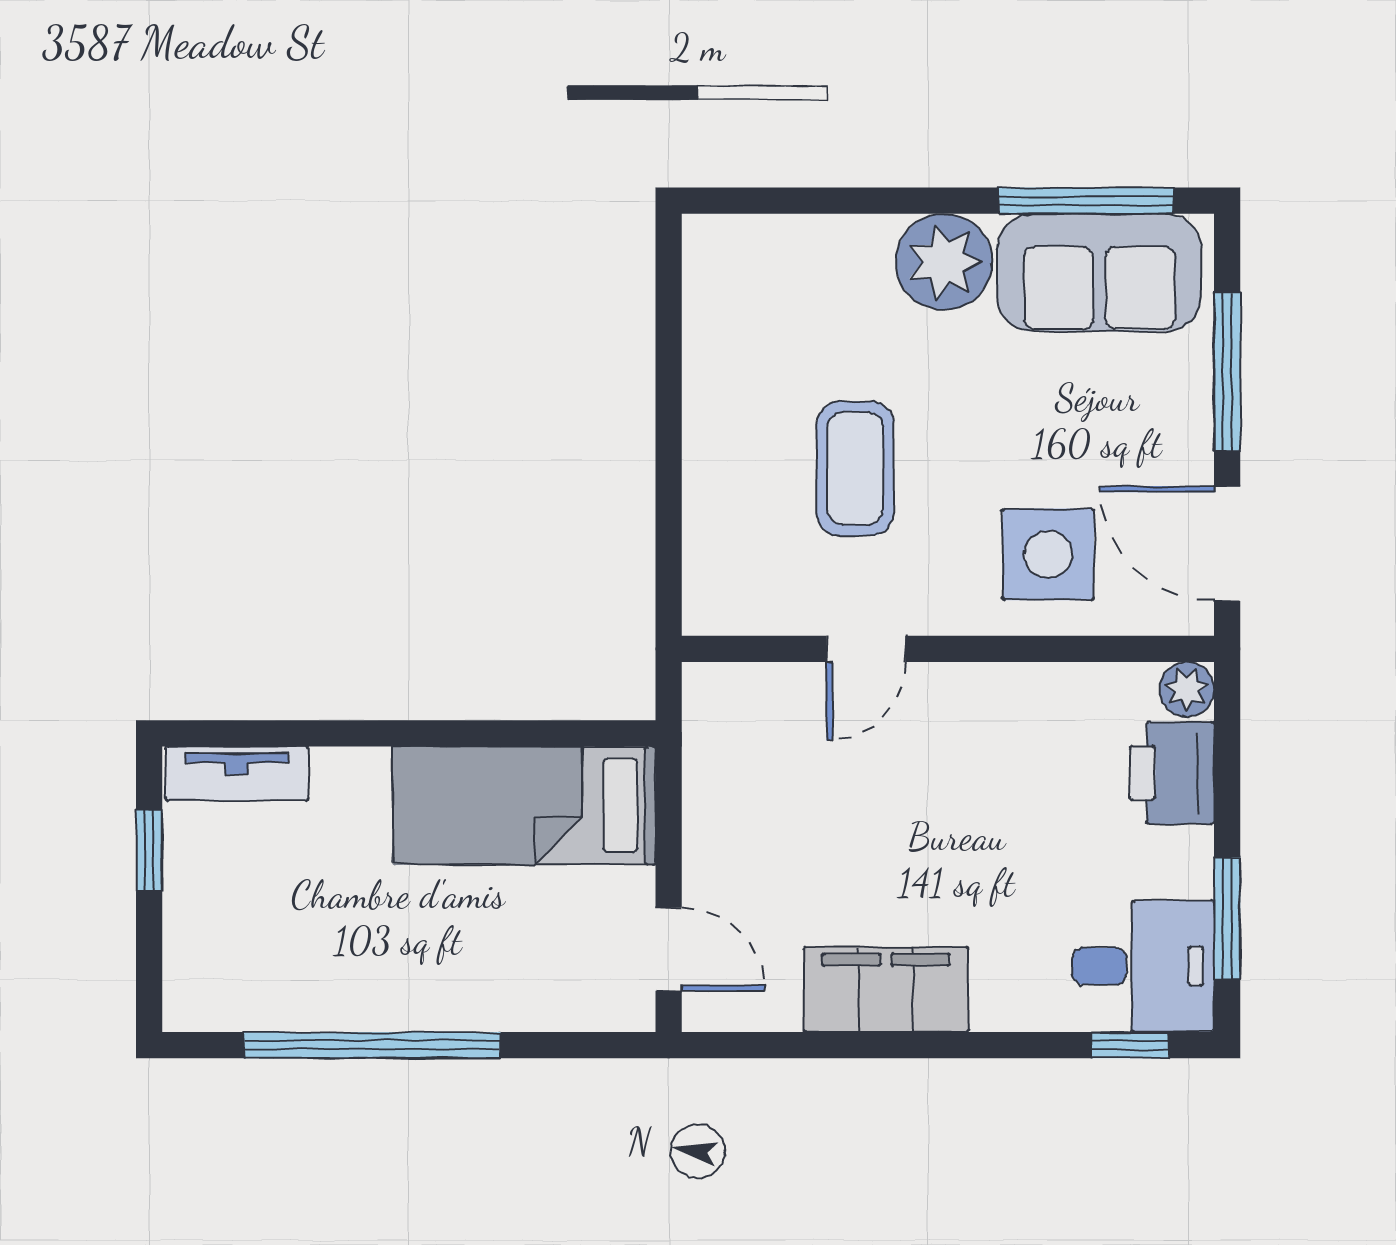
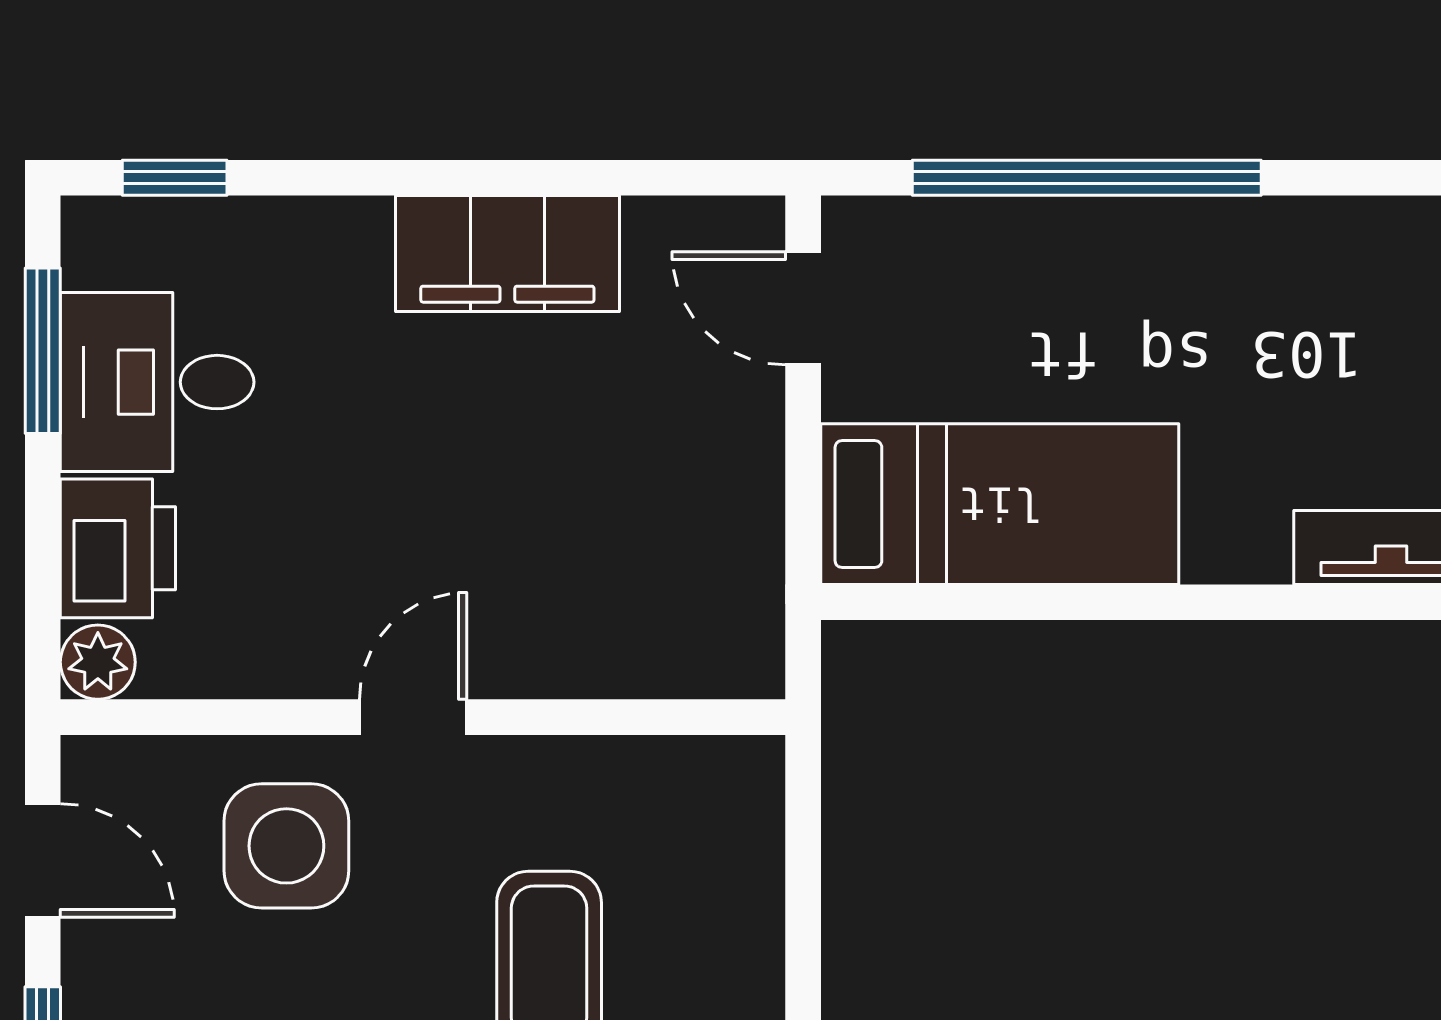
door: (1227, 544) -> (43, 860), width x0.73
door: (866, 649) -> (413, 717), moved
desk: (1143, 966) -> (157, 382), moved
window: (372, 1045) -> (1087, 178), moved

